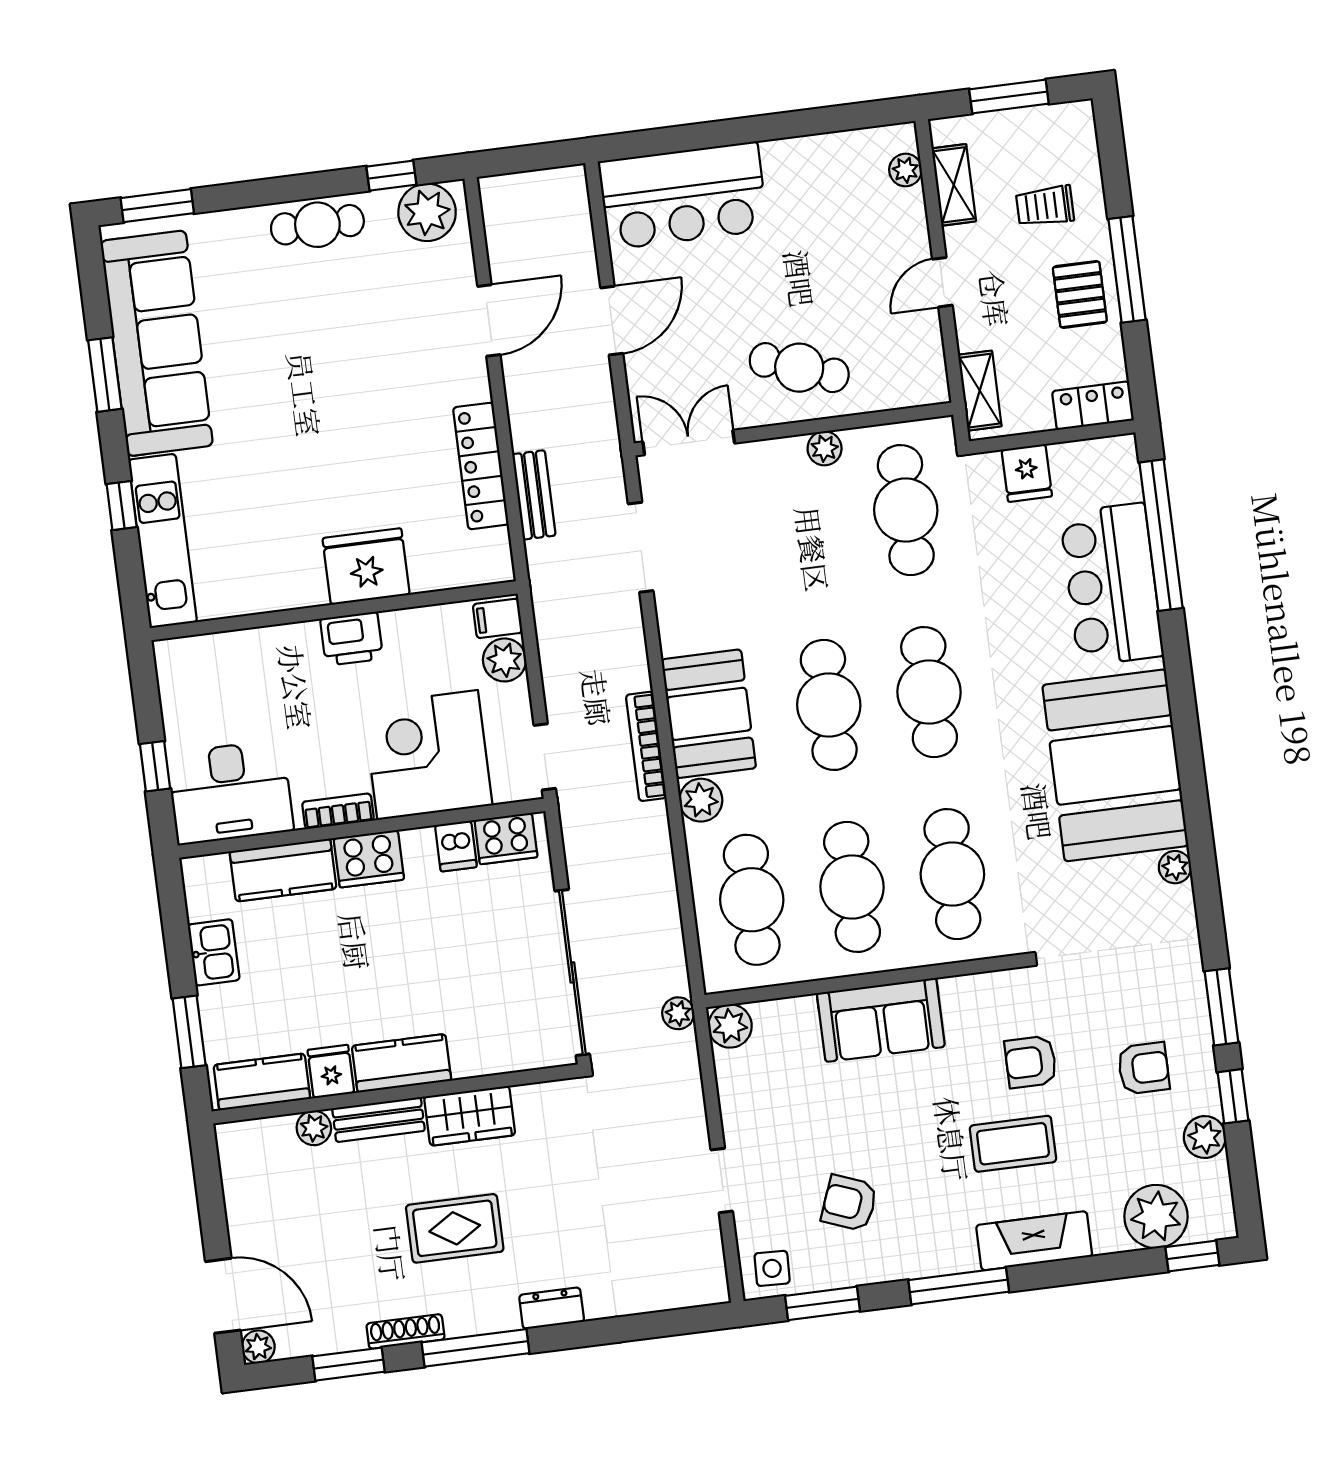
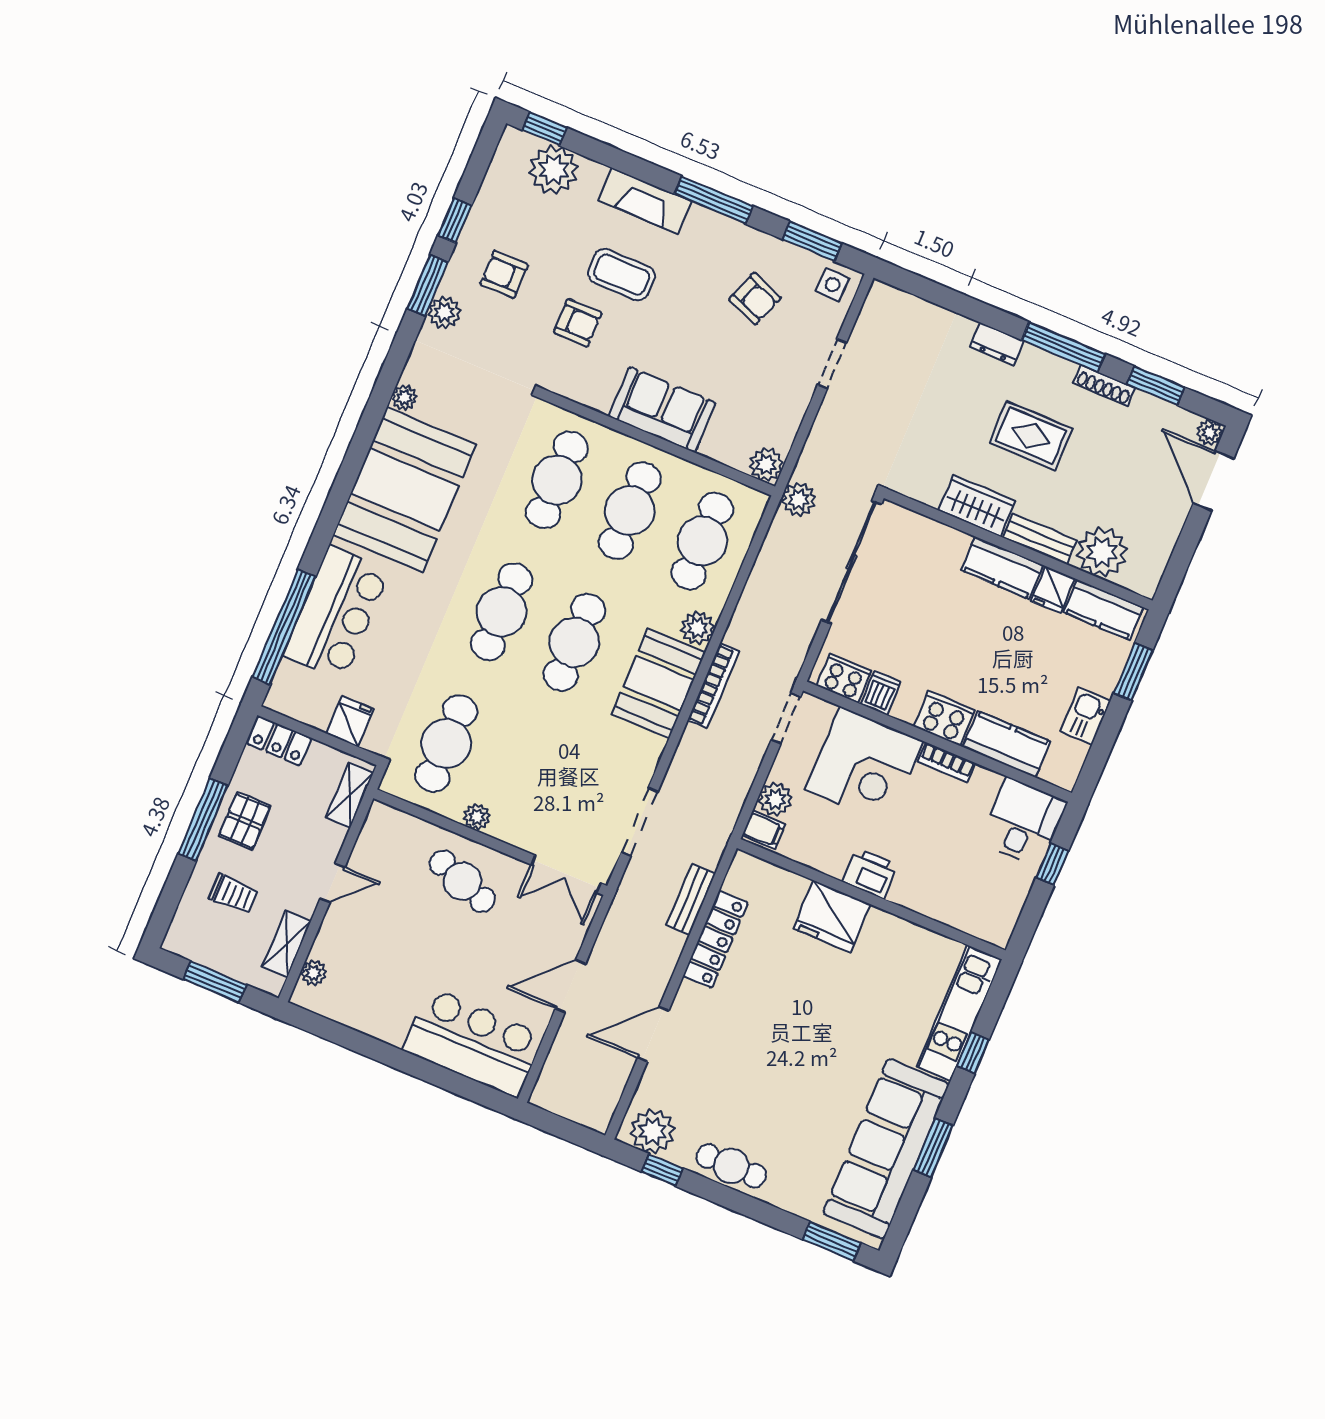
desk: (230, 792) -> (1023, 822), width x0.73
plant: (678, 1013) -> (799, 499), width x1.38, depth x1.38
plant: (314, 1128) -> (1102, 552), width x1.88, depth x1.88
plant: (1205, 1137) -> (444, 313), moved

